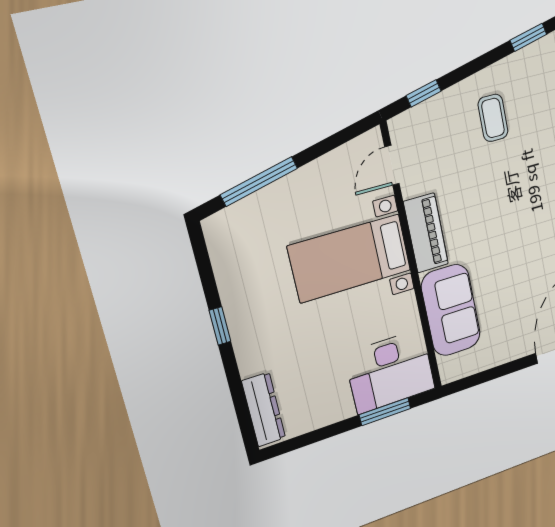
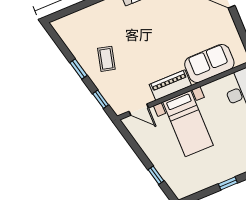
window: (528, 37) -> (79, 69), moved
coffee table: (493, 118) -> (106, 59), turned -76
window: (259, 181) -> (156, 175), width x0.46

